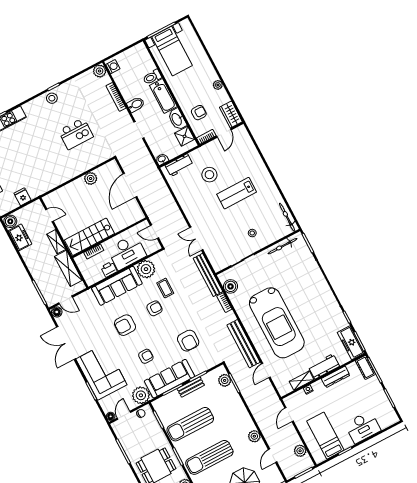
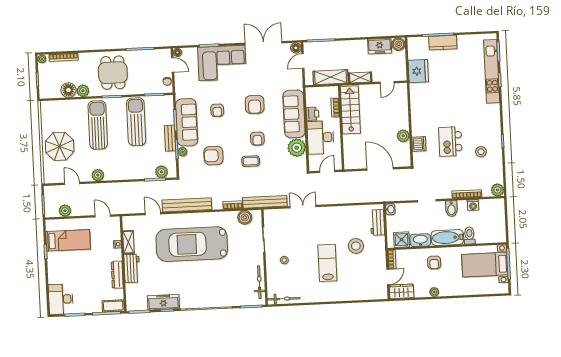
washing machine: (113, 67) -> (473, 205), moved
stool: (52, 98) -> (481, 152), moved
armchair: (199, 113) -> (434, 262), moved
door: (224, 133) -> (388, 277), swing flipped
dishwasher: (91, 161) -> (419, 144), added
fridge: (23, 197) -> (418, 71), width x1.88, depth x1.34
coffee table: (165, 288) -> (251, 161), moved
armchair: (125, 325) -> (255, 104), turned 180
freezer: (351, 343) -> (163, 302), moved
plant: (141, 395) -> (183, 152), moved, width x0.53, depth x0.53
desk: (363, 427) -> (61, 299), moved

